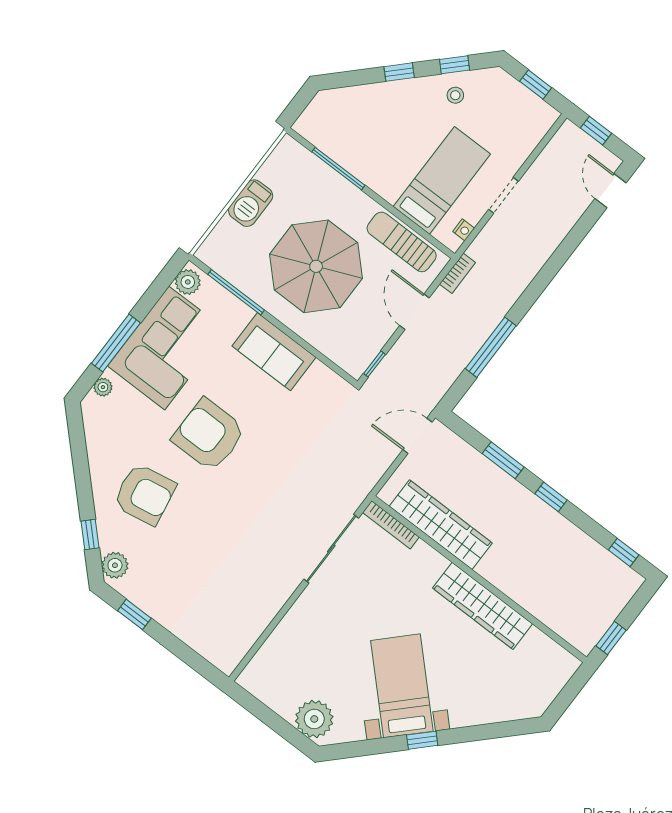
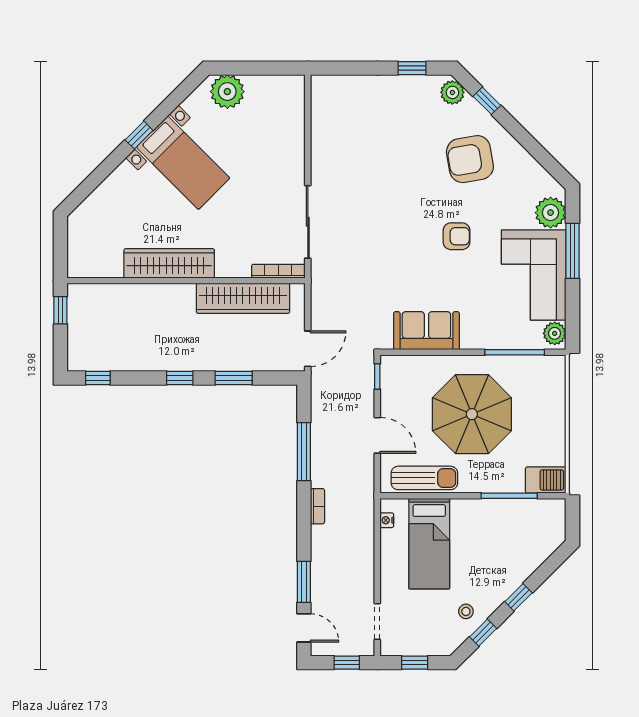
doorway: (503, 195) -> (377, 621), moved
barbecue: (251, 203) -> (546, 480), moved, turned 90
window: (579, 232) -> (304, 582), added
bookcase: (457, 273) -> (317, 506), moved, turned 180
sofa: (274, 352) -> (426, 331), moved
plant: (103, 387) -> (551, 213), width x1.88, depth x1.88
armchair: (209, 435) -> (457, 236), width x0.53, depth x0.53

